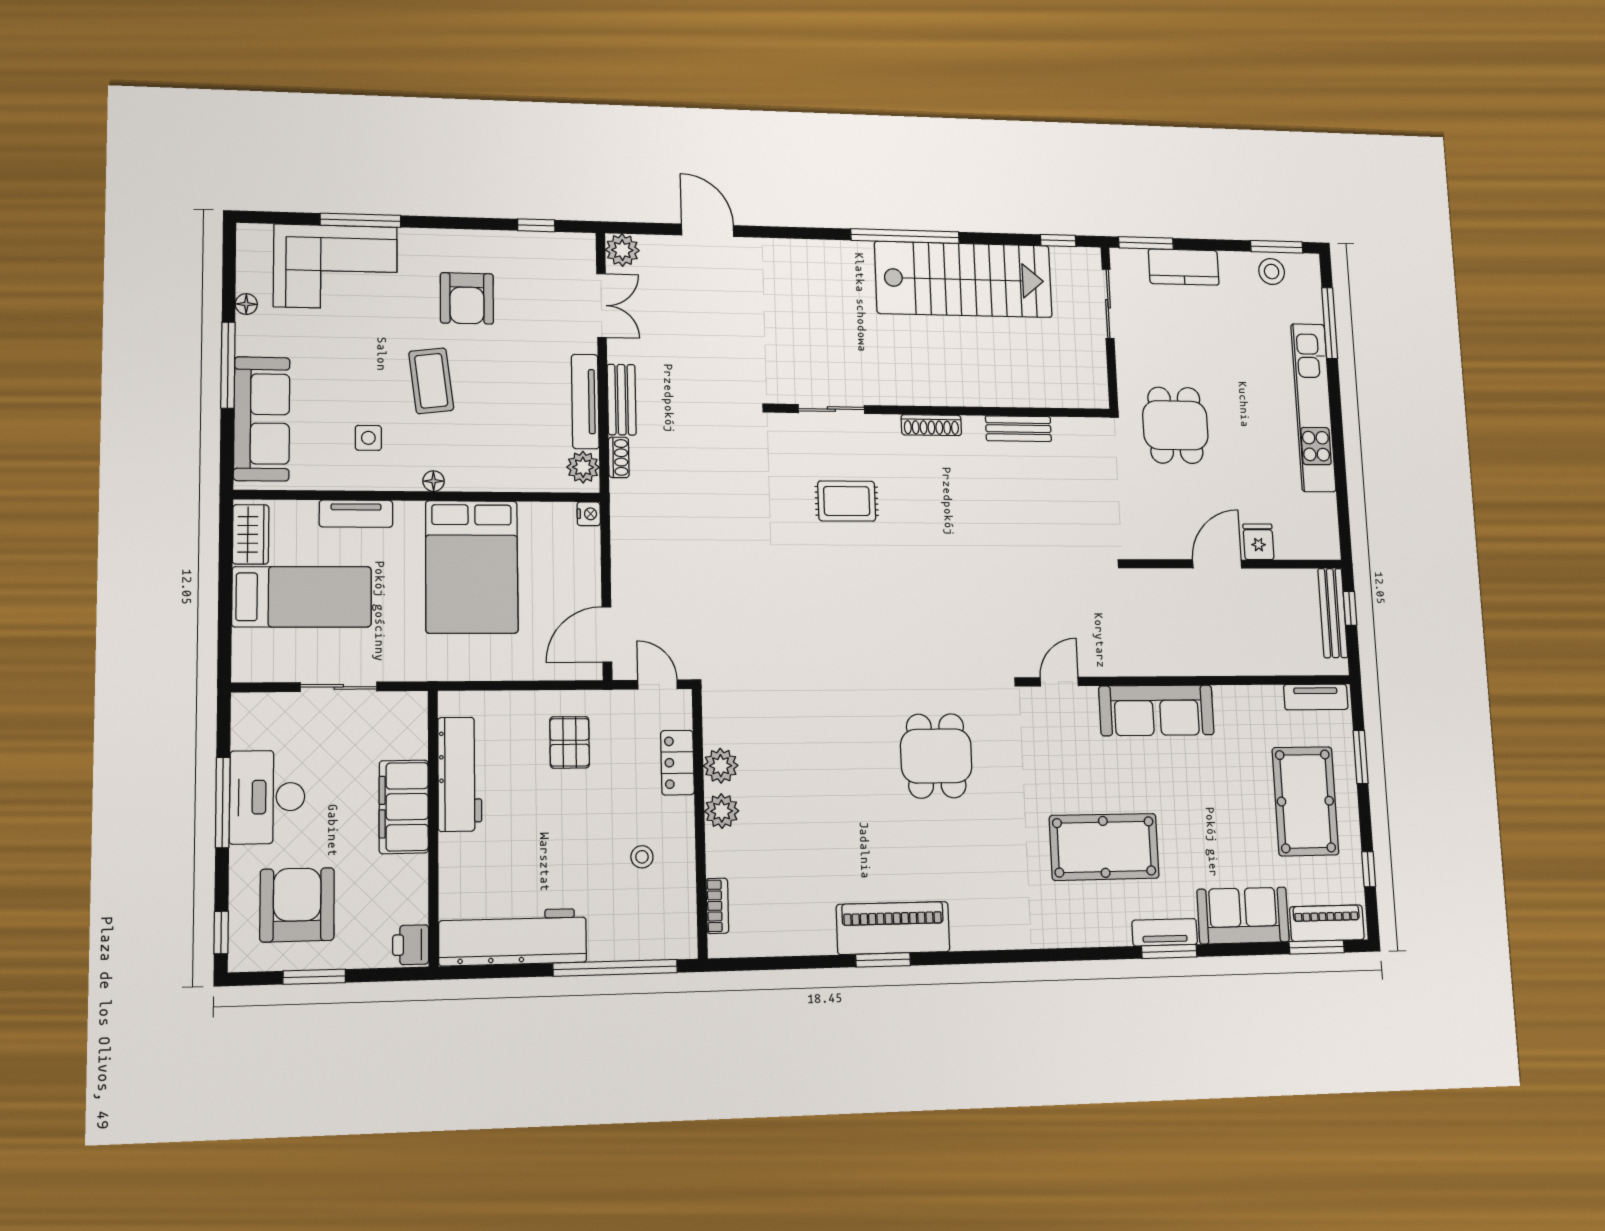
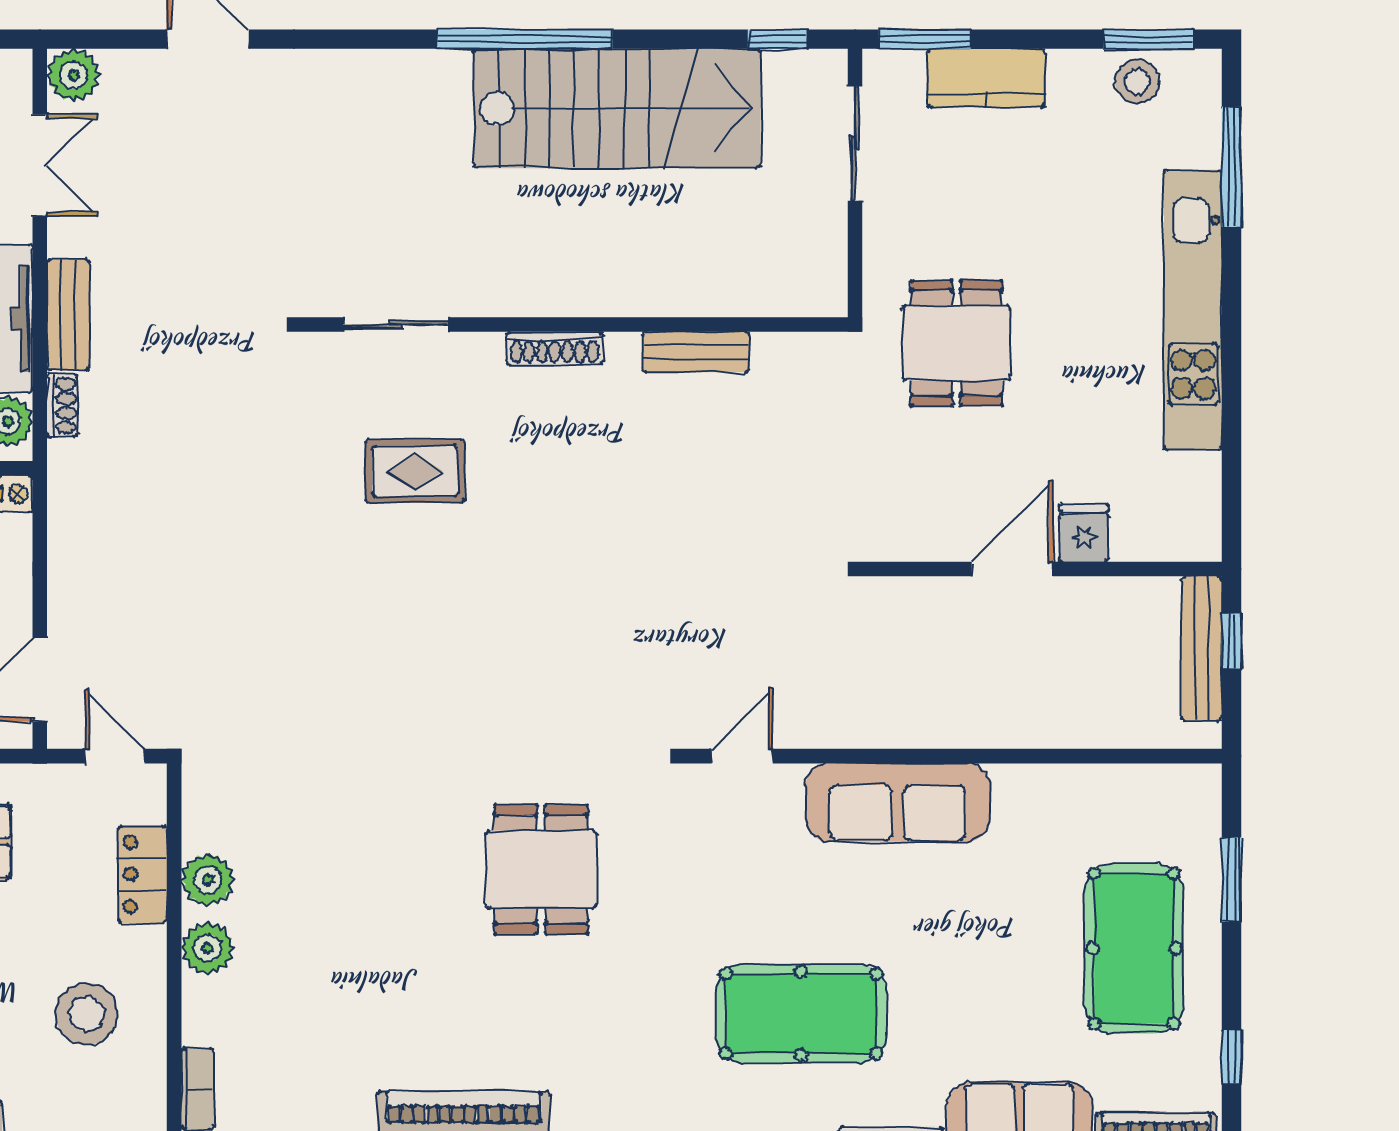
tv unit: (1316, 697) -> (1163, 783), removed
stool: (642, 857) -> (86, 1014), width x1.89, depth x1.89

